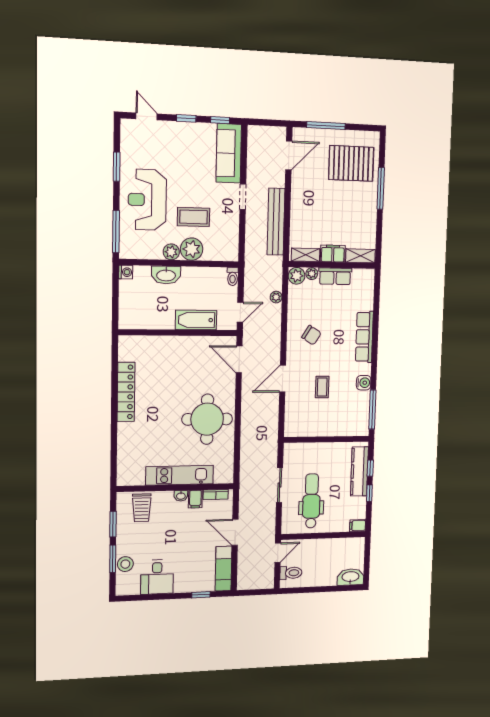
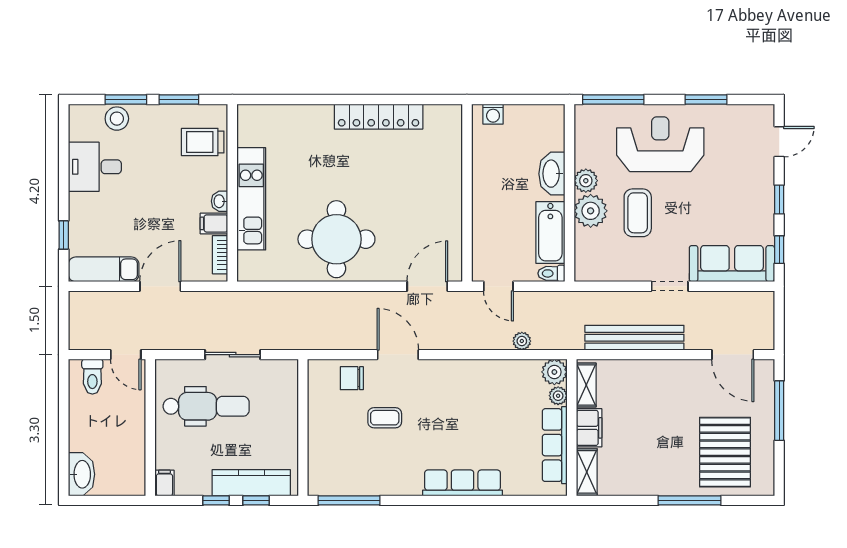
washing machine: (126, 272) -> (493, 114), moved
row of seats: (335, 276) -> (555, 445), width x1.48
bathtub: (196, 320) -> (550, 232), moved, turned 180
chair: (311, 335) -> (352, 378), moved, turned 58
water cooler: (364, 383) -> (391, 484), removed

